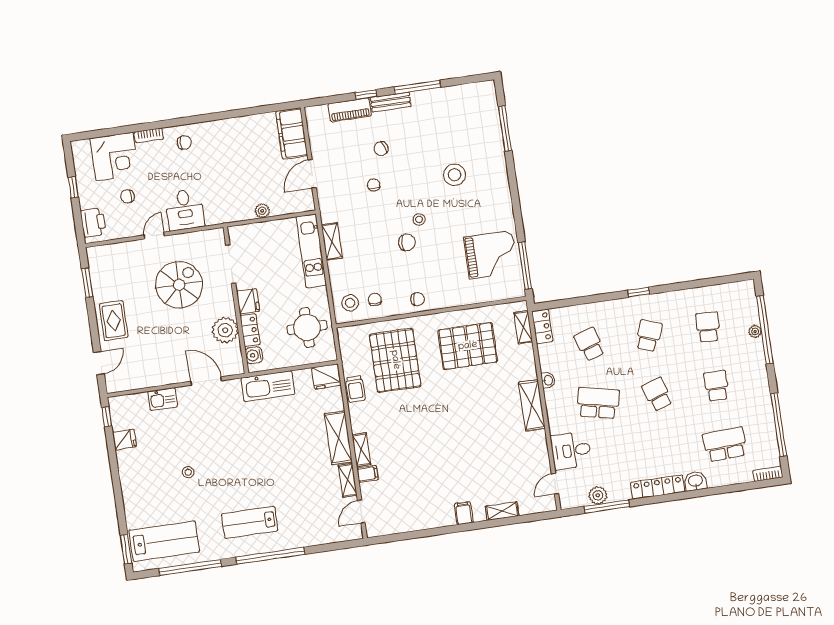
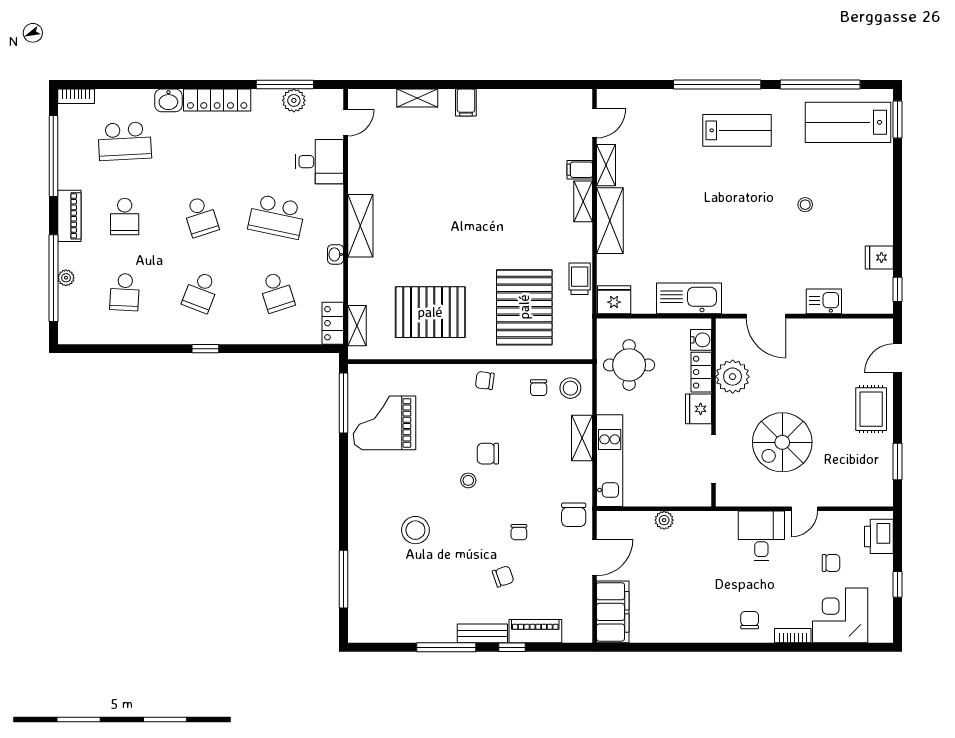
chair: (184, 143) -> (750, 620), turned 90
chair: (333, 205) -> (574, 515), added
shelving: (332, 241) -> (582, 438), moved
piano: (759, 380) -> (69, 216), added

